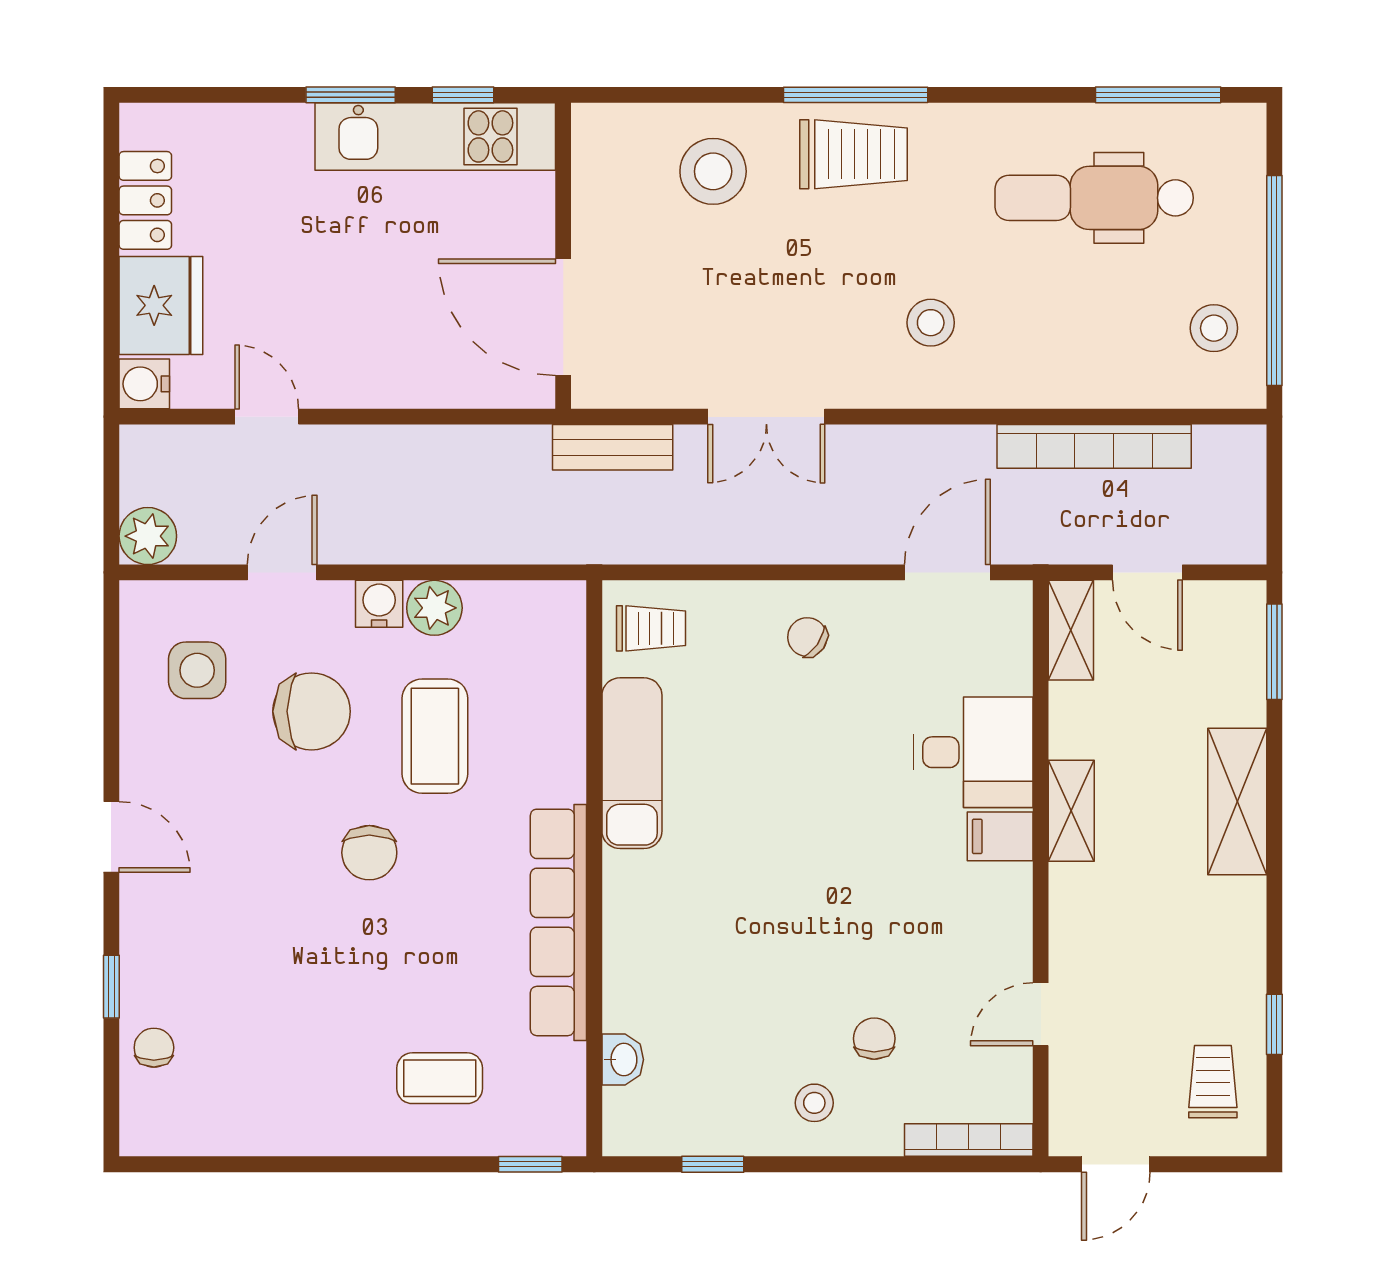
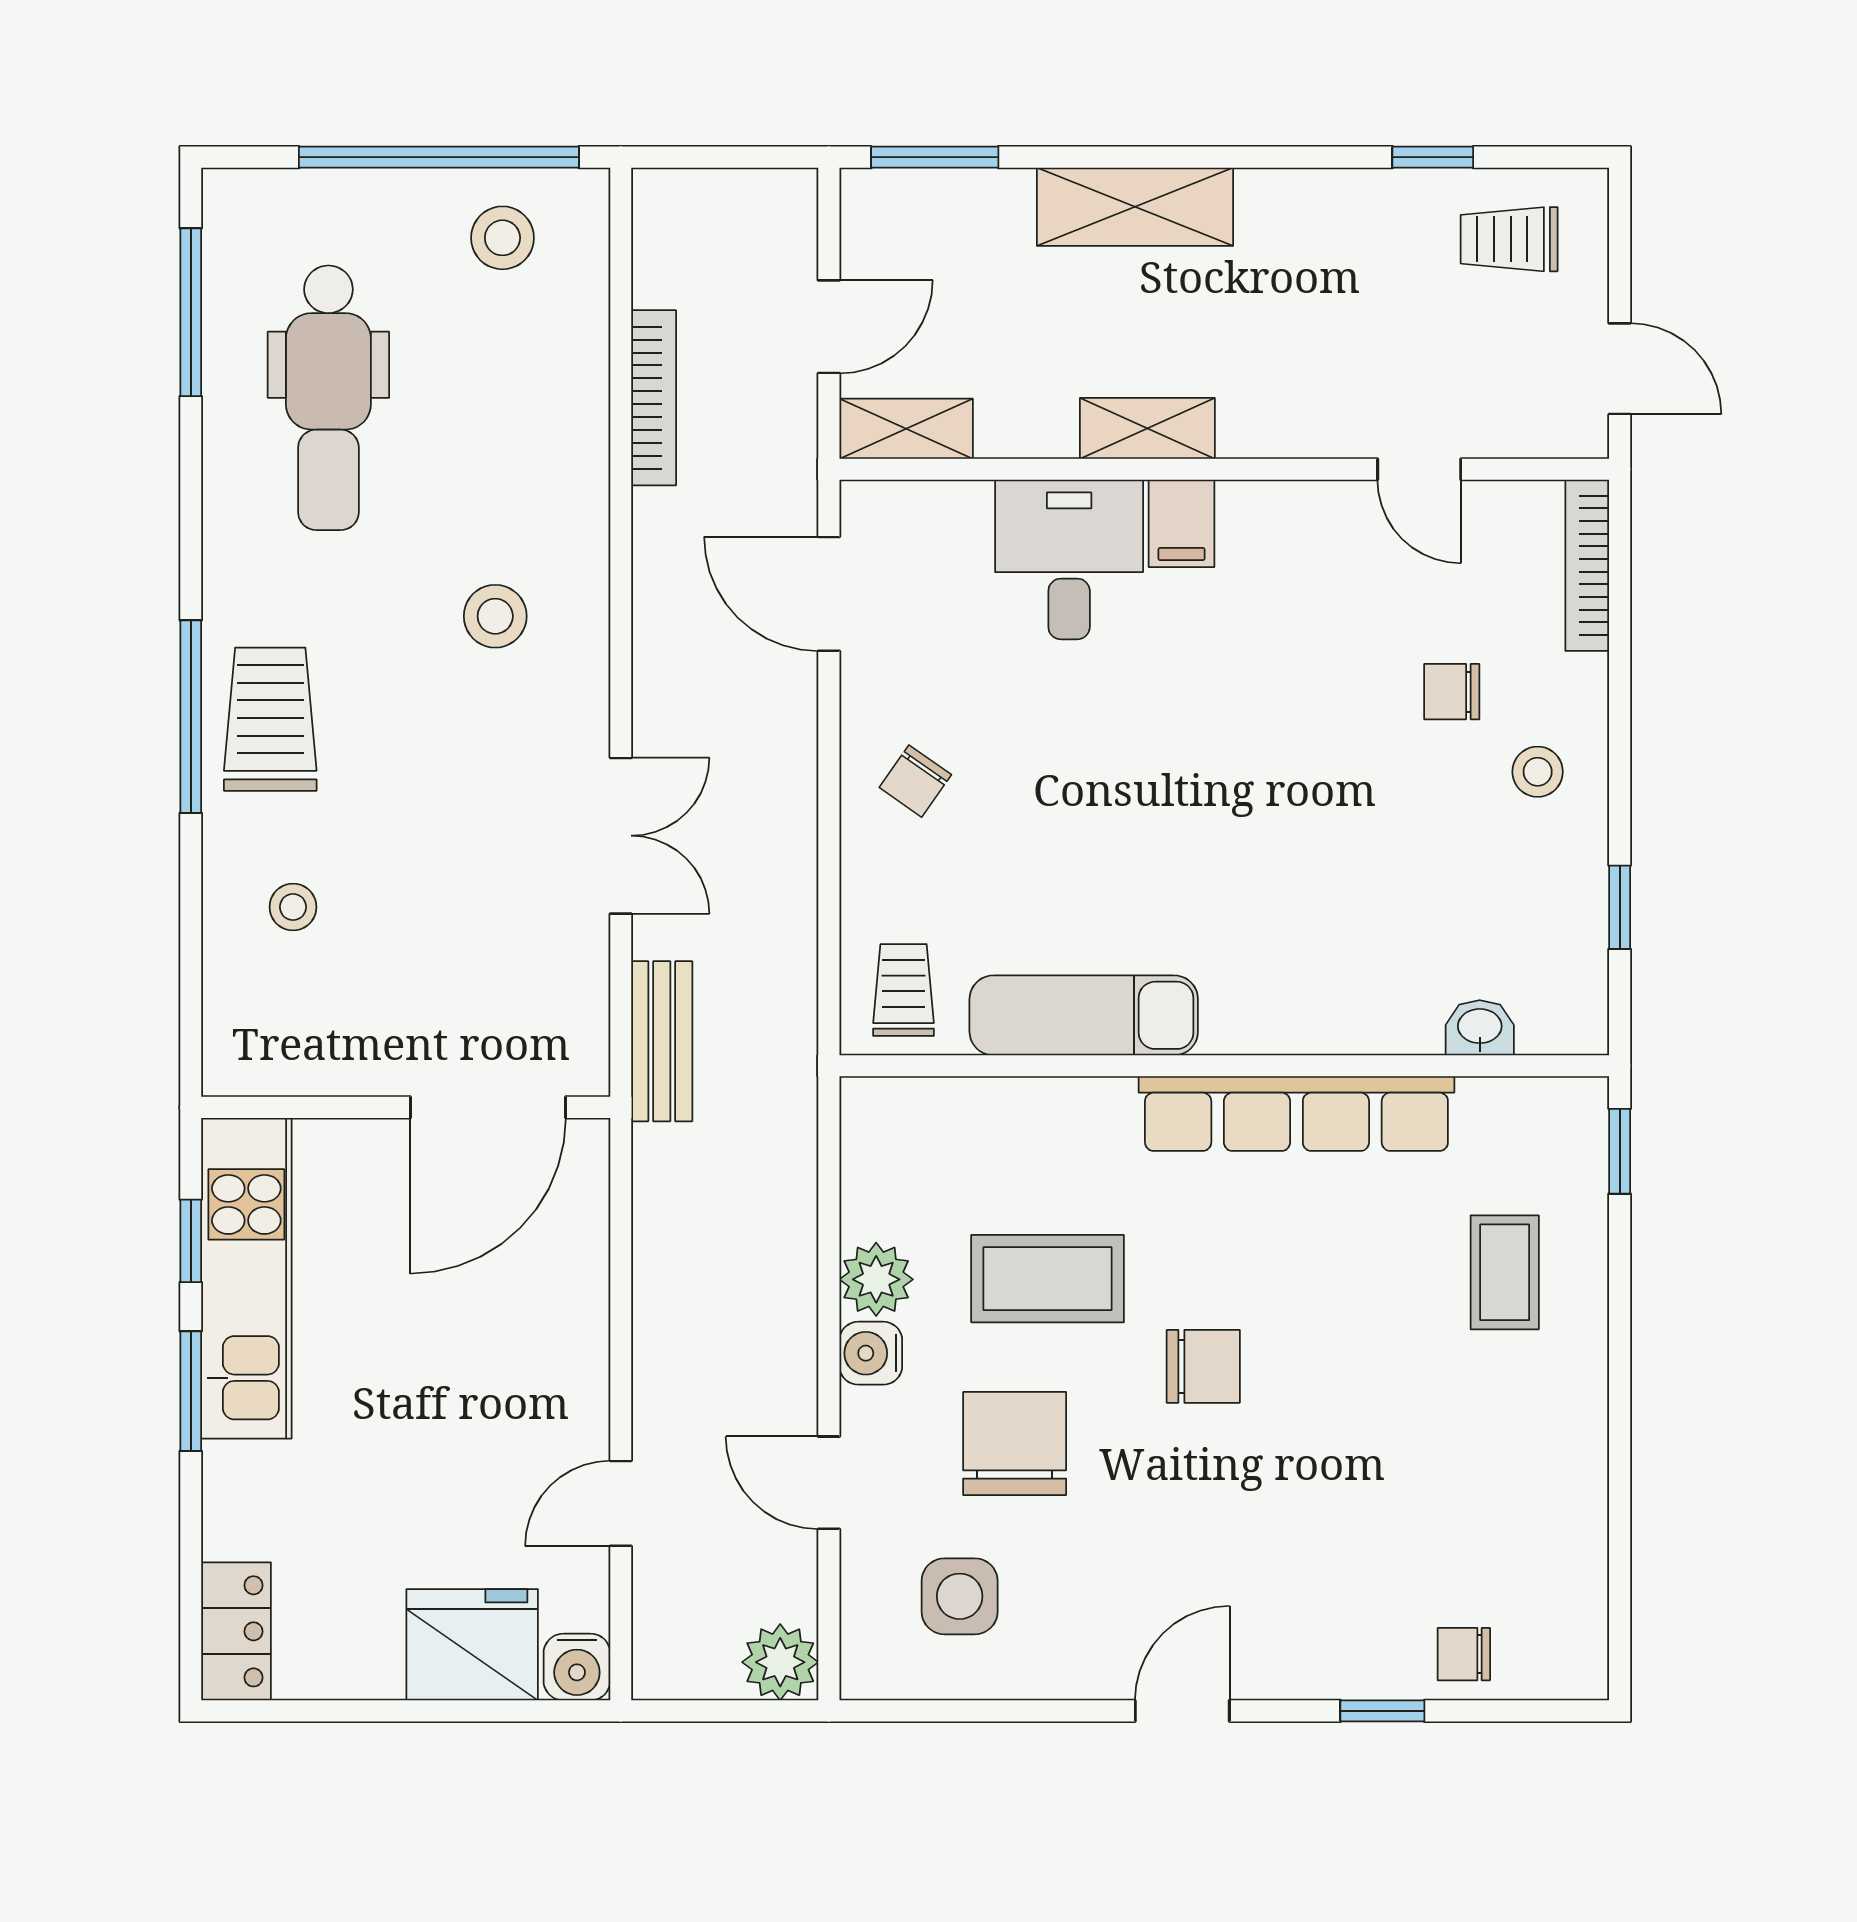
stool: (713, 171) -> (293, 907), width x0.53, depth x0.53
locker: (145, 200) -> (236, 1631), moved, turned 90
bookcase: (1094, 446) -> (654, 398), width x0.68, depth x0.76

